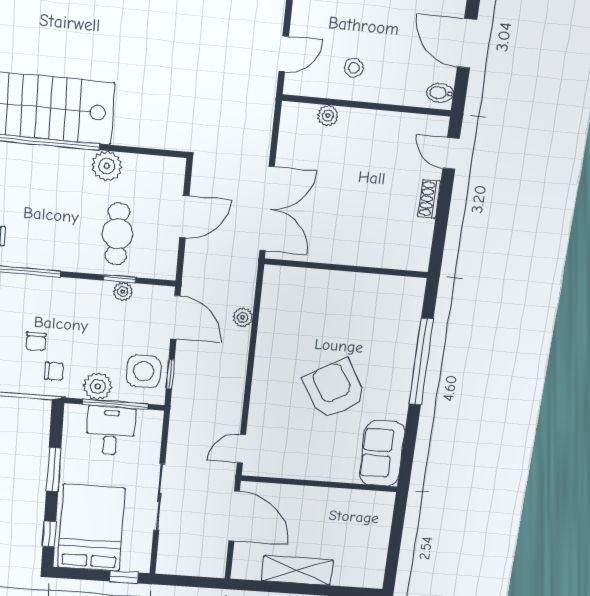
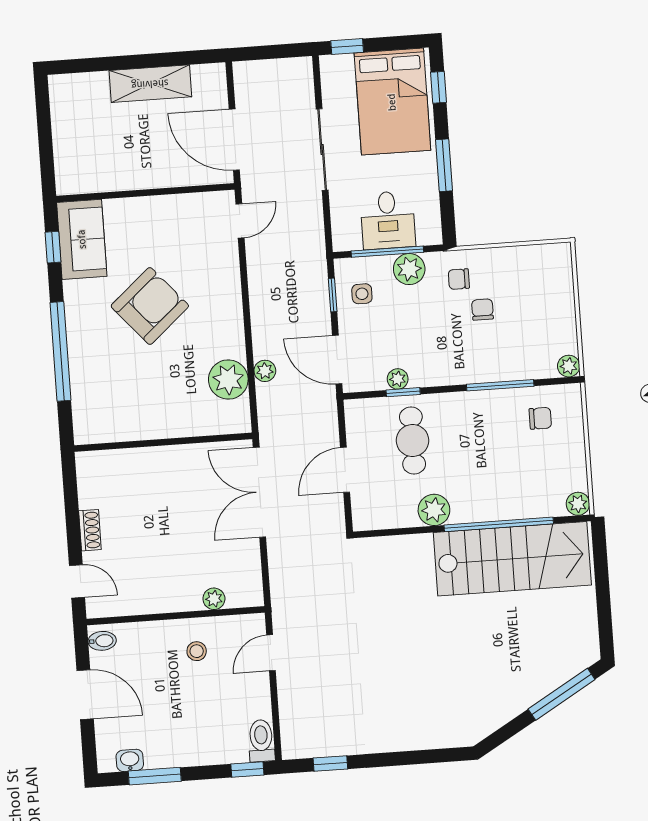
plant: (277, 315) -> (228, 379), added
side table: (144, 371) -> (362, 294), width x0.54, depth x0.54
armchair: (334, 389) -> (150, 306), turned -101
window: (408, 450) -> (53, 247), added

